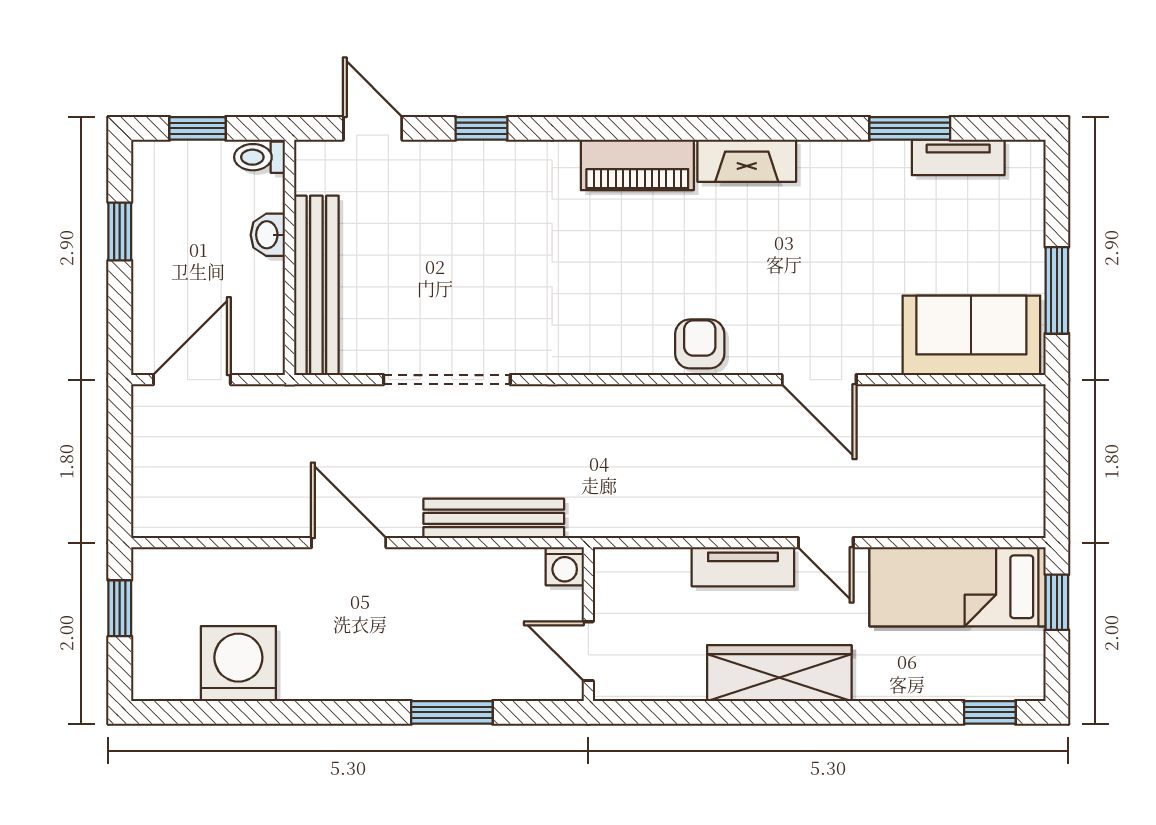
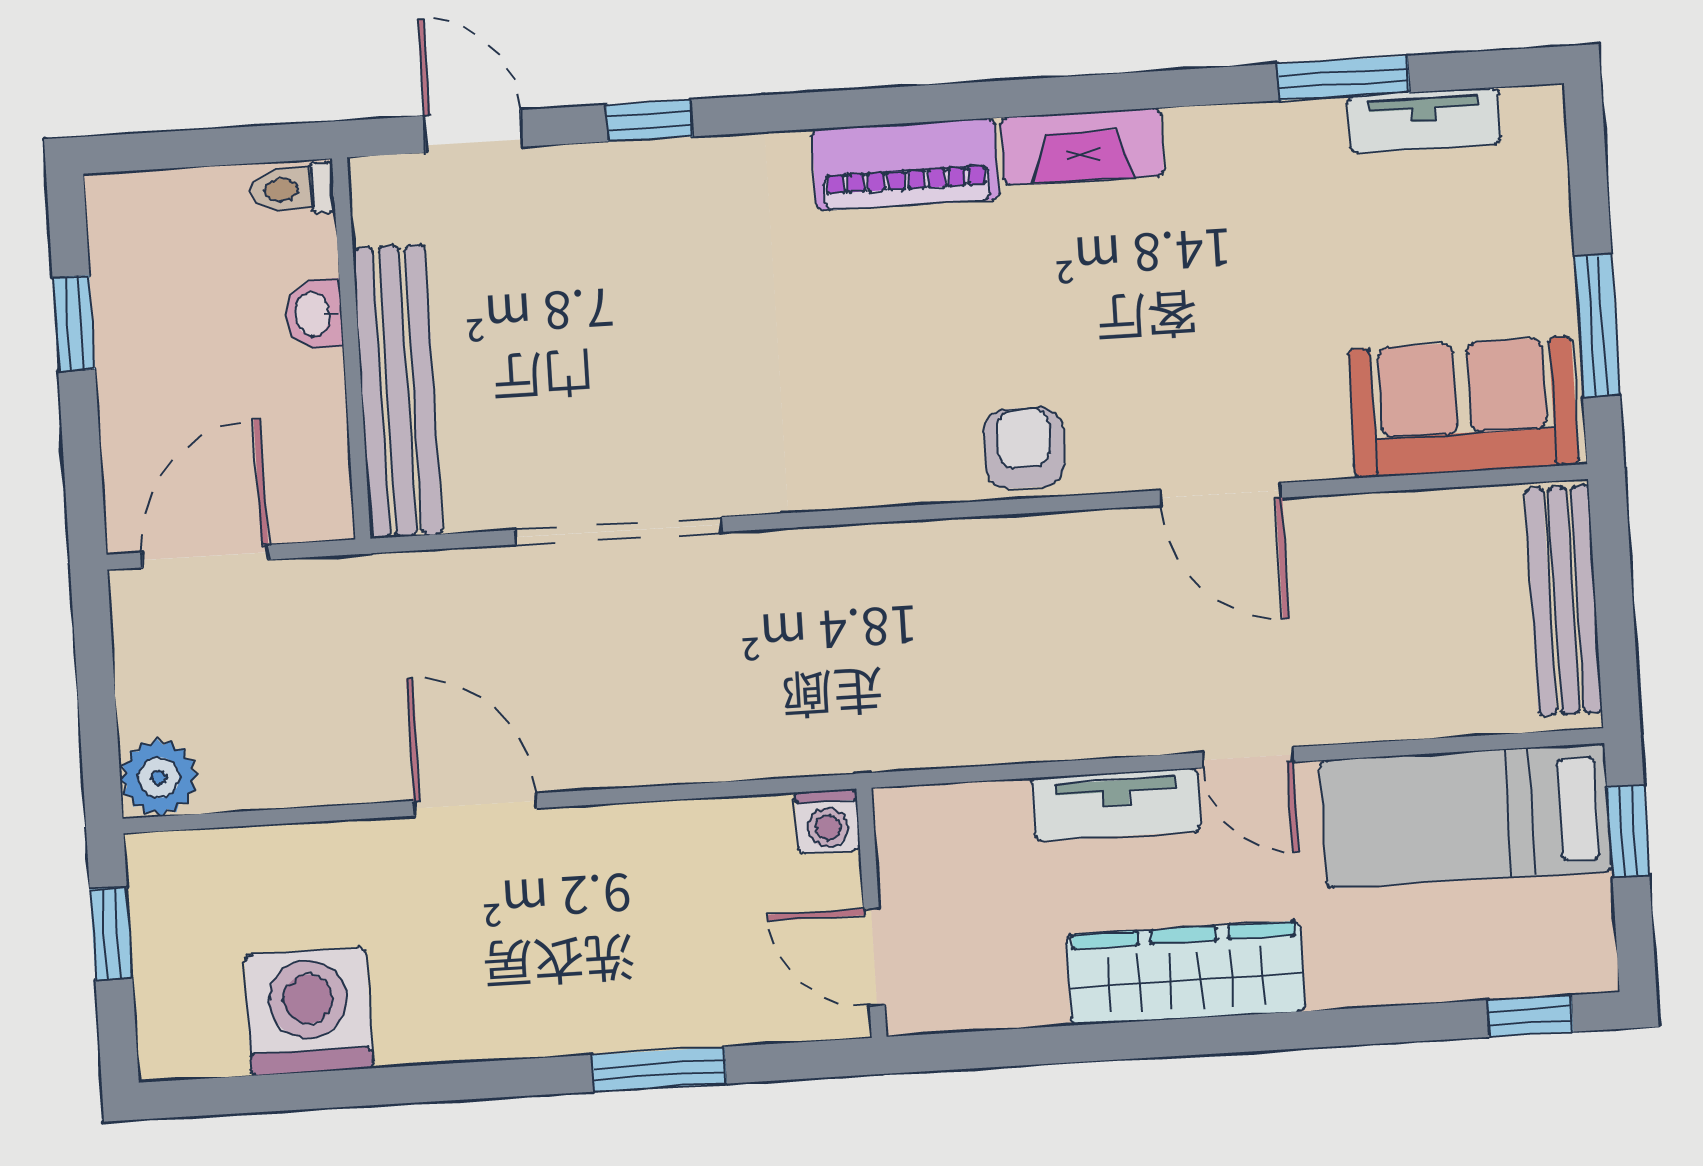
window: (198, 128) -> (190, 149), removed
plant: (155, 514) -> (159, 777), added
bench: (494, 518) -> (1564, 600), moved, turned 90

